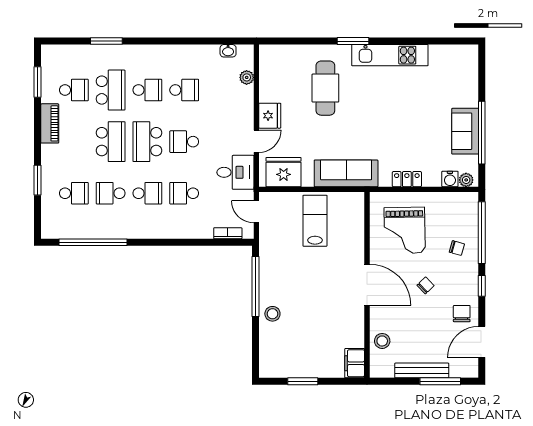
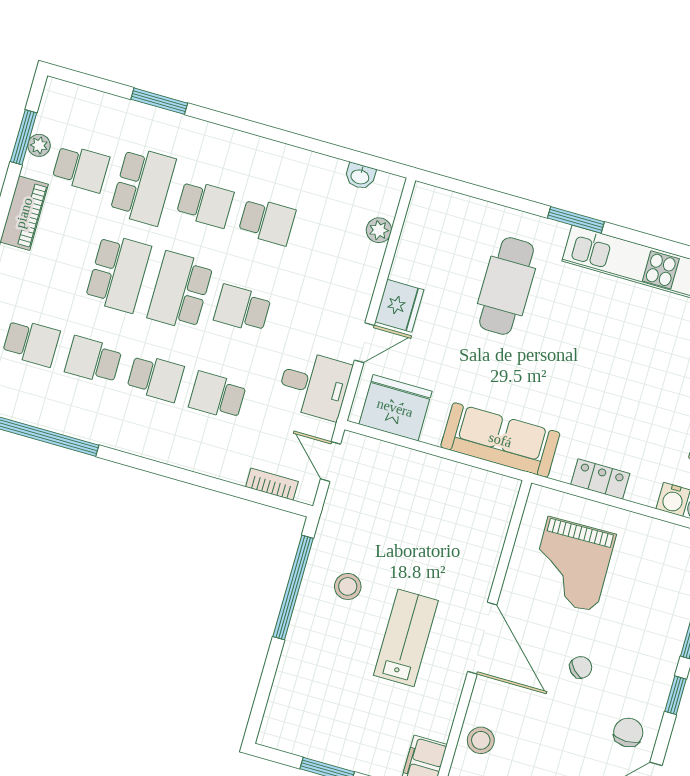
plant: (47, 84) -> (39, 145), added
lab bench: (315, 221) -> (406, 638), moved
chair: (457, 248) -> (652, 619), removed
stool: (272, 314) -> (348, 586), moved

